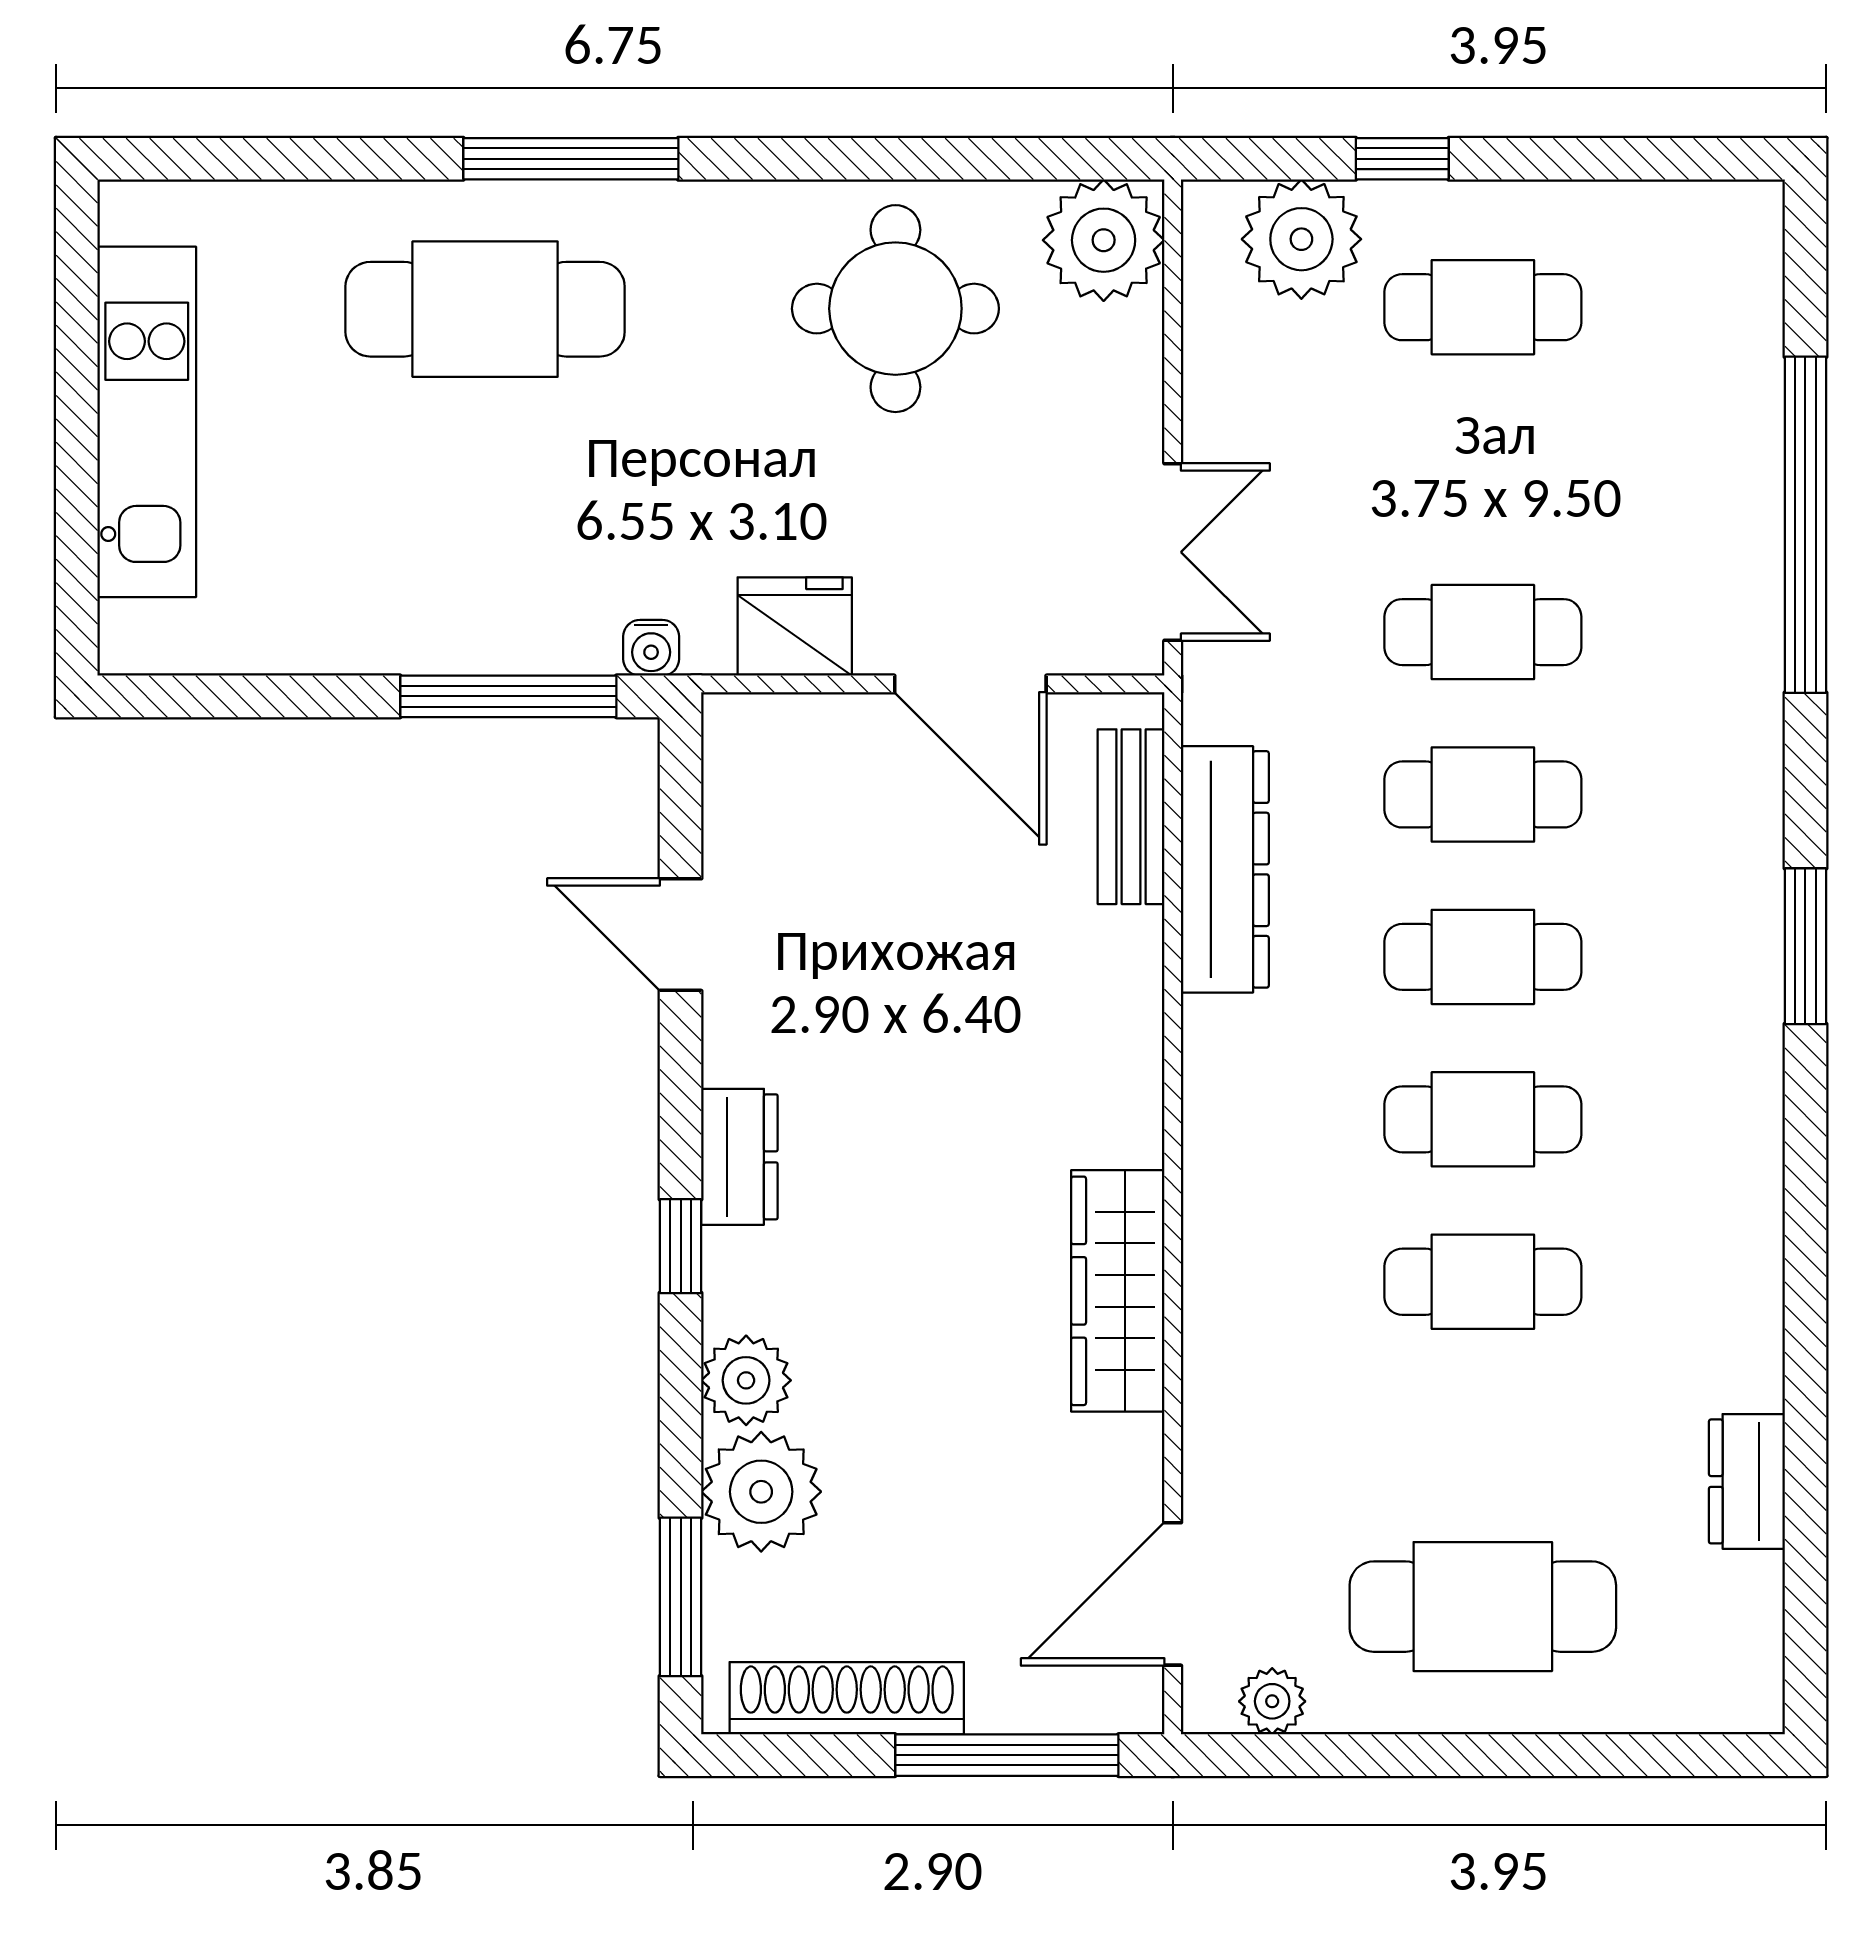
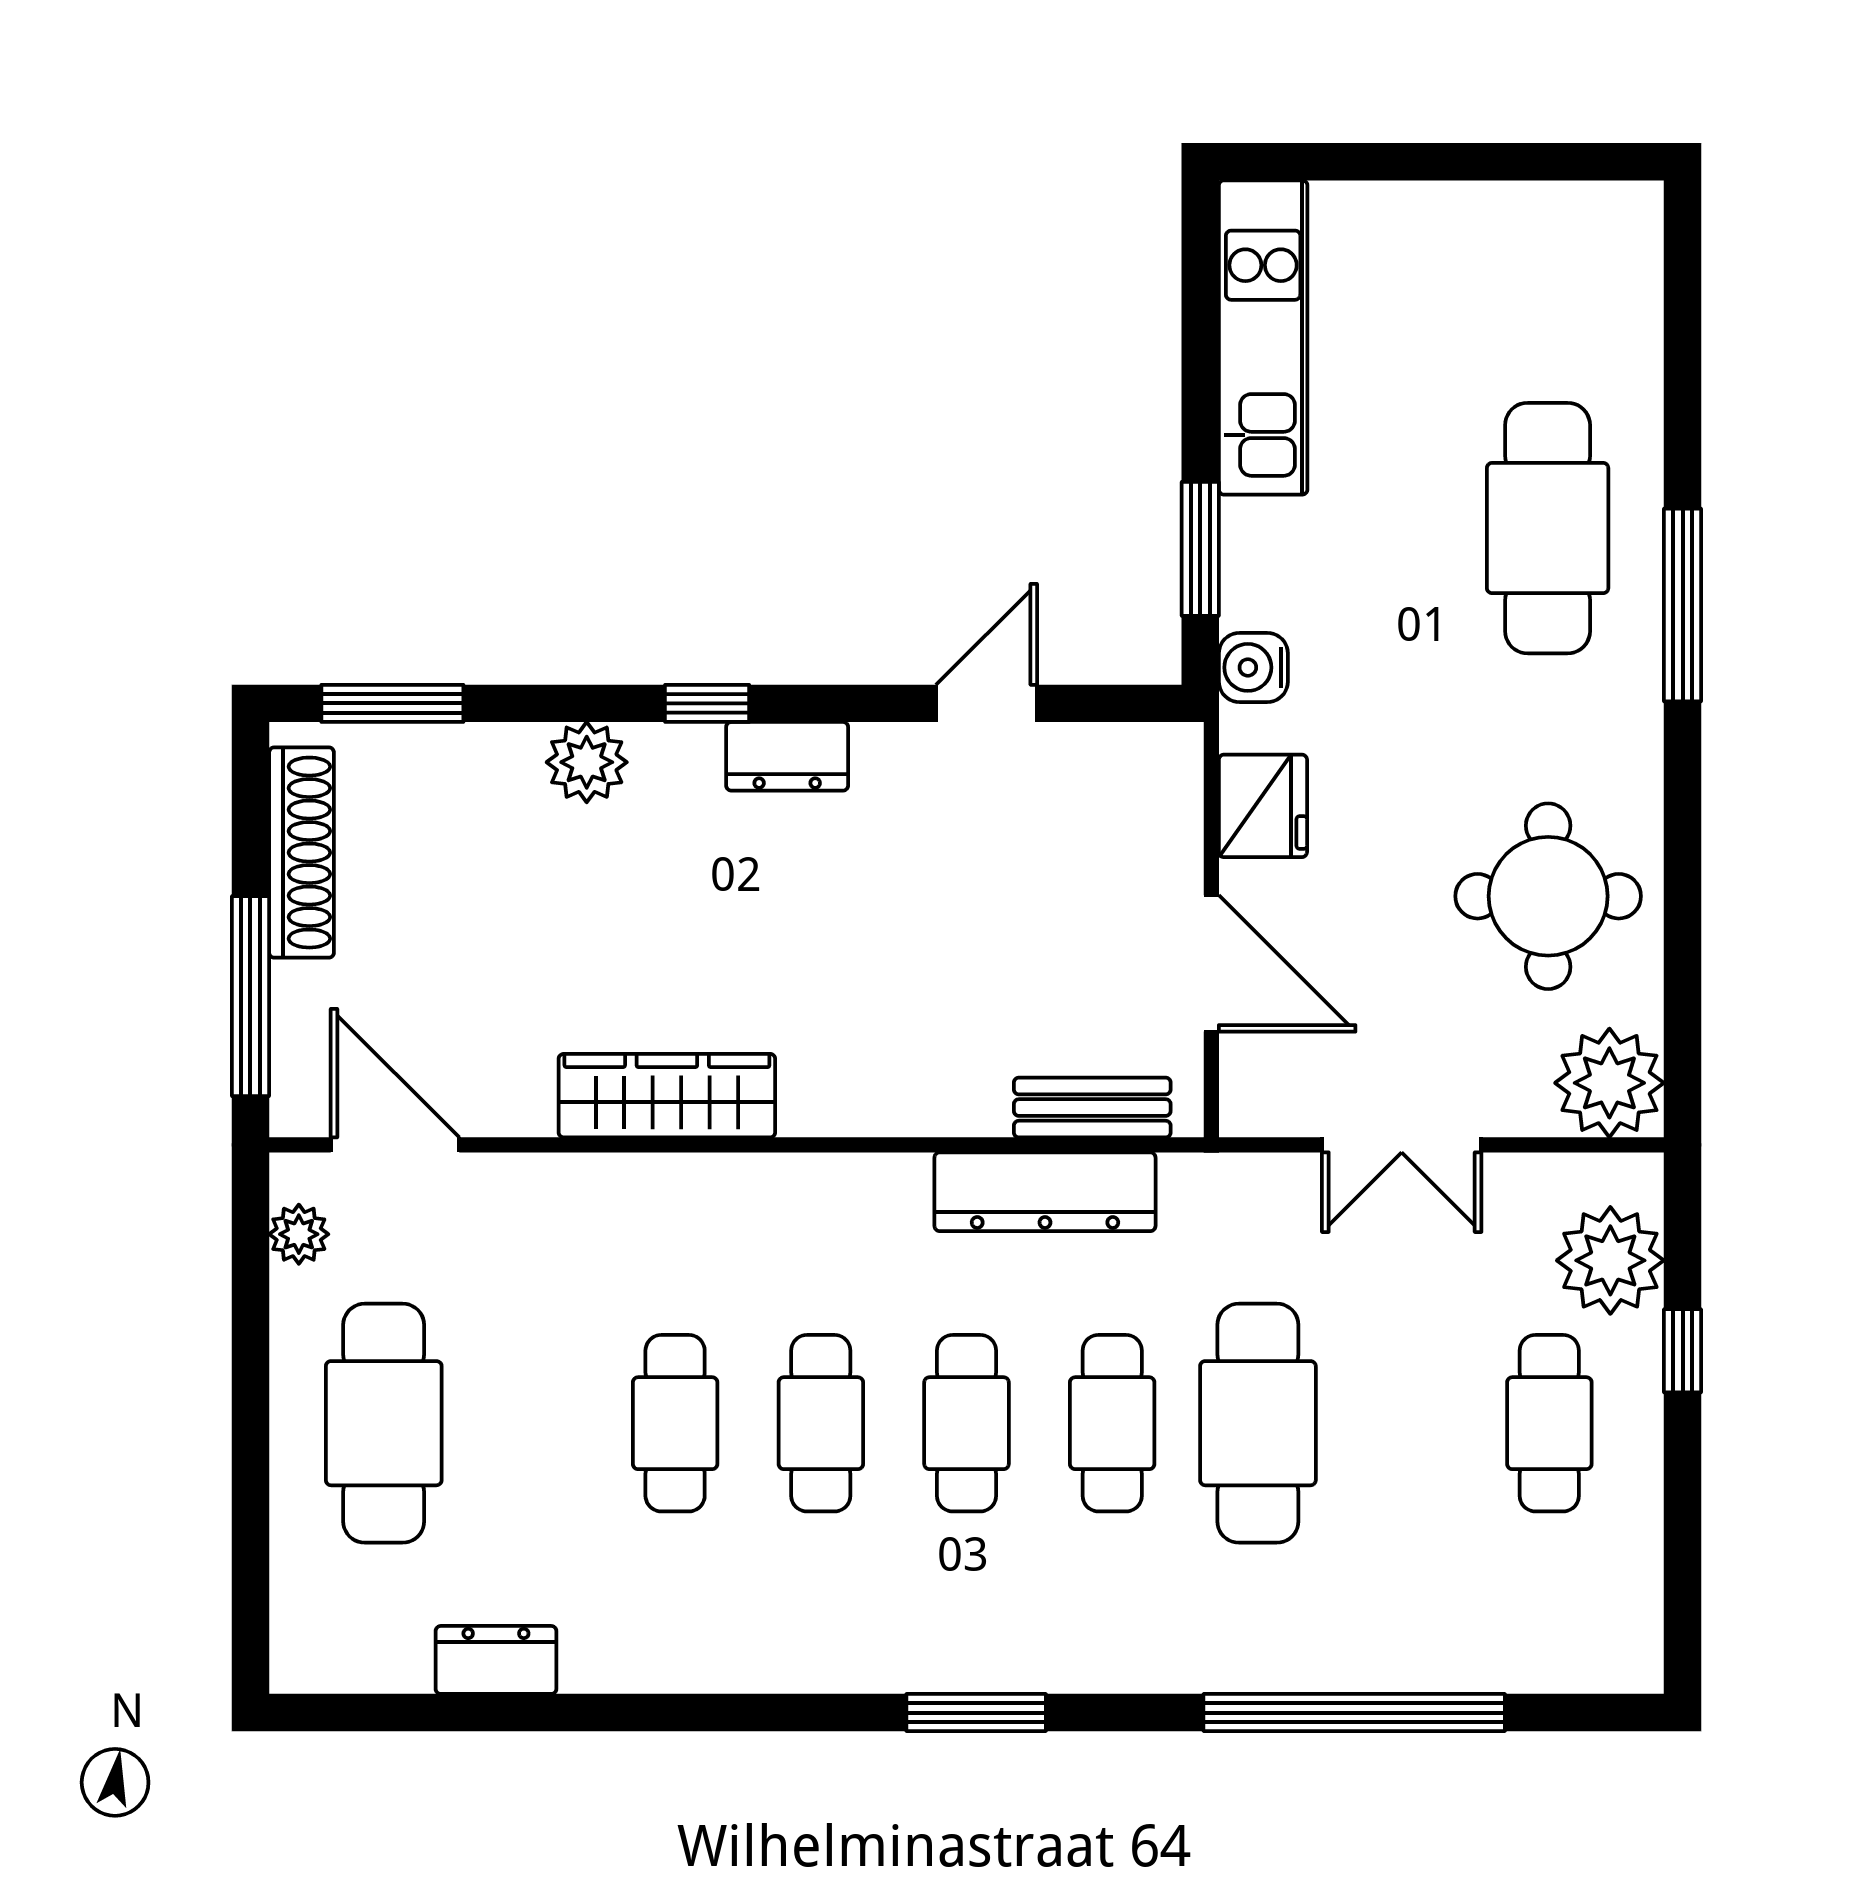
kitchen unit: (147, 422) -> (1263, 337), moved, turned -90
double door: (1173, 552) -> (1402, 1145), moved
cafe table: (1483, 632) -> (1258, 1423), width x1.37, depth x1.35
water cooler: (651, 648) -> (1253, 667), width x1.38, depth x1.38
door: (970, 684) -> (1211, 963), swing flipped
window: (508, 696) -> (1200, 549), width x0.69
plant: (761, 1492) -> (487, 776), removed

